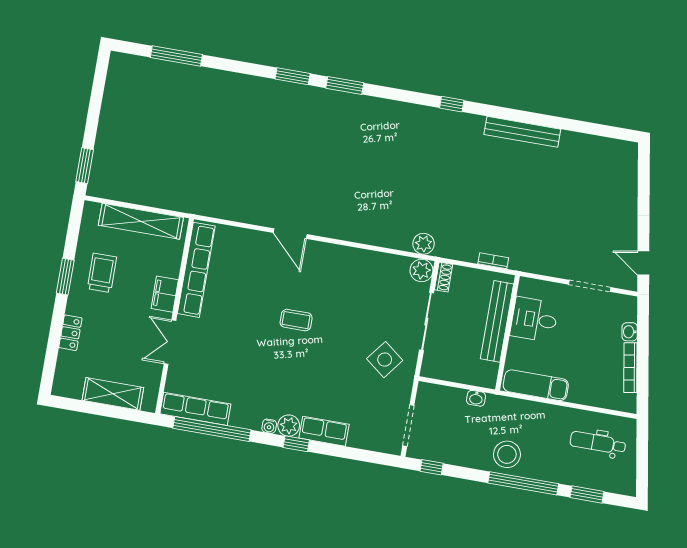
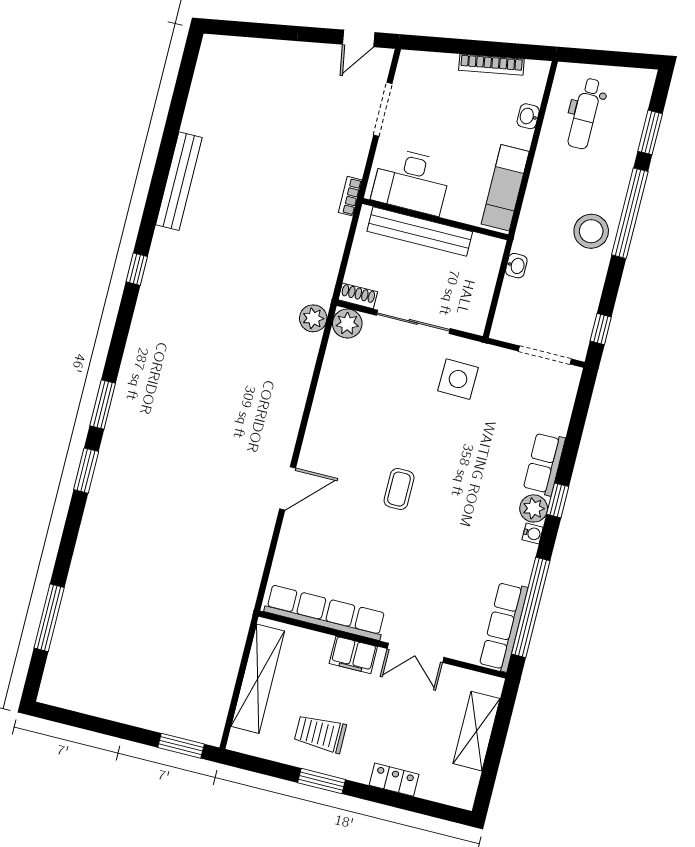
bookcase: (493, 261) -> (350, 196), moved
desk: (534, 319) -> (411, 181), width x1.37
washbasin: (630, 332) -> (528, 116), moved, turned 100
side table: (385, 360) -> (458, 379), turned -37

